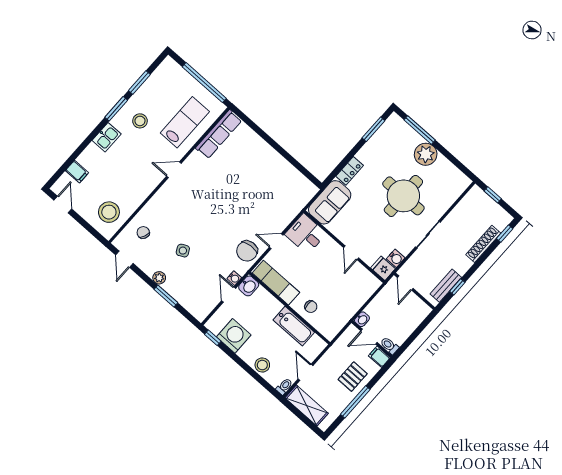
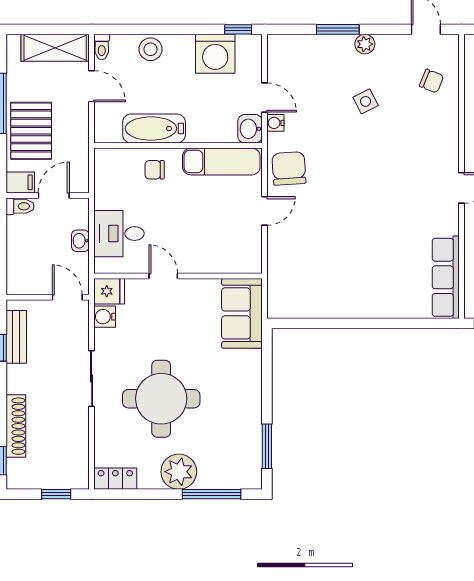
locker: (350, 171) -> (115, 479), moved, turned 90
desk: (306, 234) -> (119, 234), moved, turned 180
washbasin: (362, 319) -> (80, 241), moved
pallet: (353, 377) -> (31, 131), width x1.50, depth x1.42

